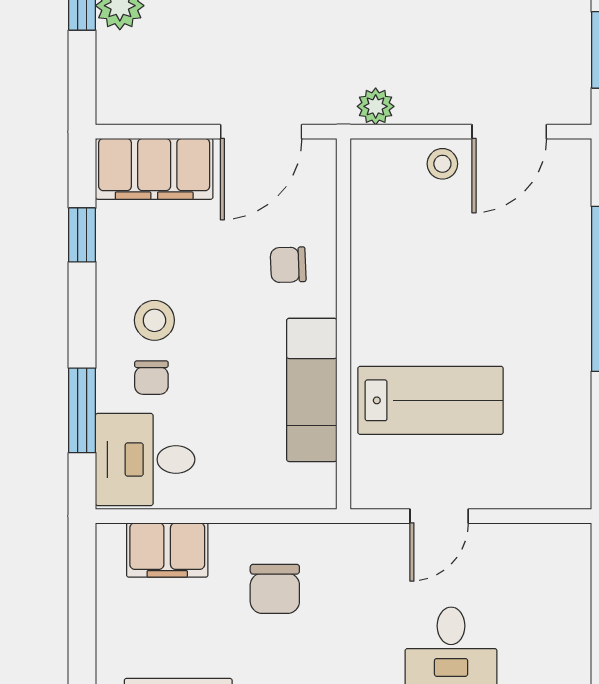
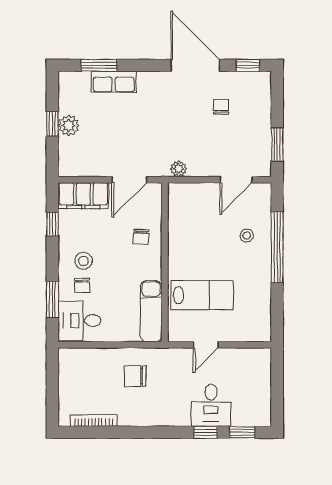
stool: (442, 164) -> (247, 236), moved
chair: (288, 265) -> (141, 237), turned -85
exam couch: (312, 390) -> (151, 311), moved
filing cabinet: (167, 550) -> (89, 359), removed
chair: (275, 589) -> (135, 376), turned 90

